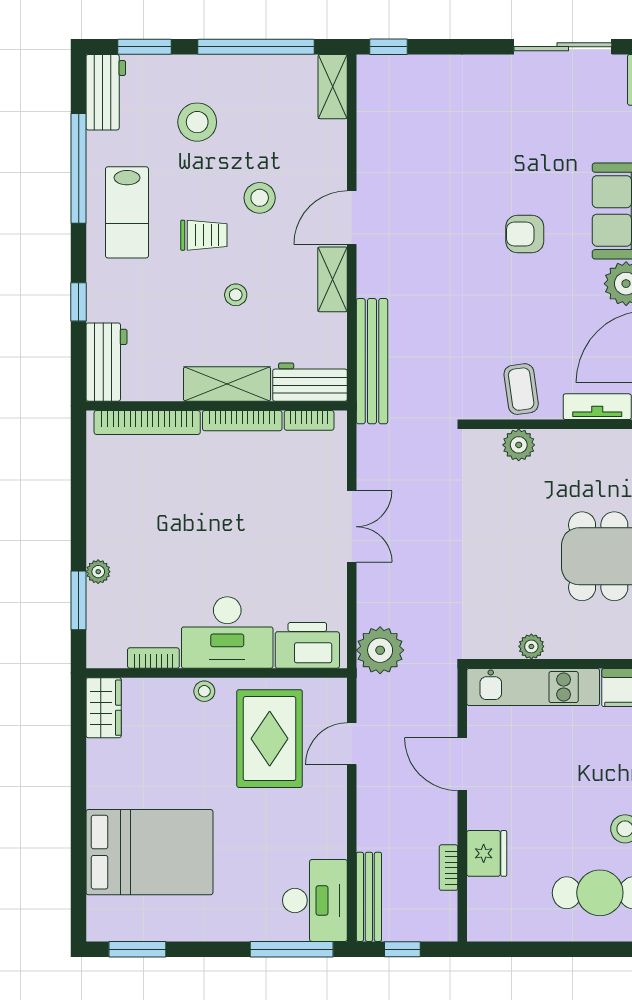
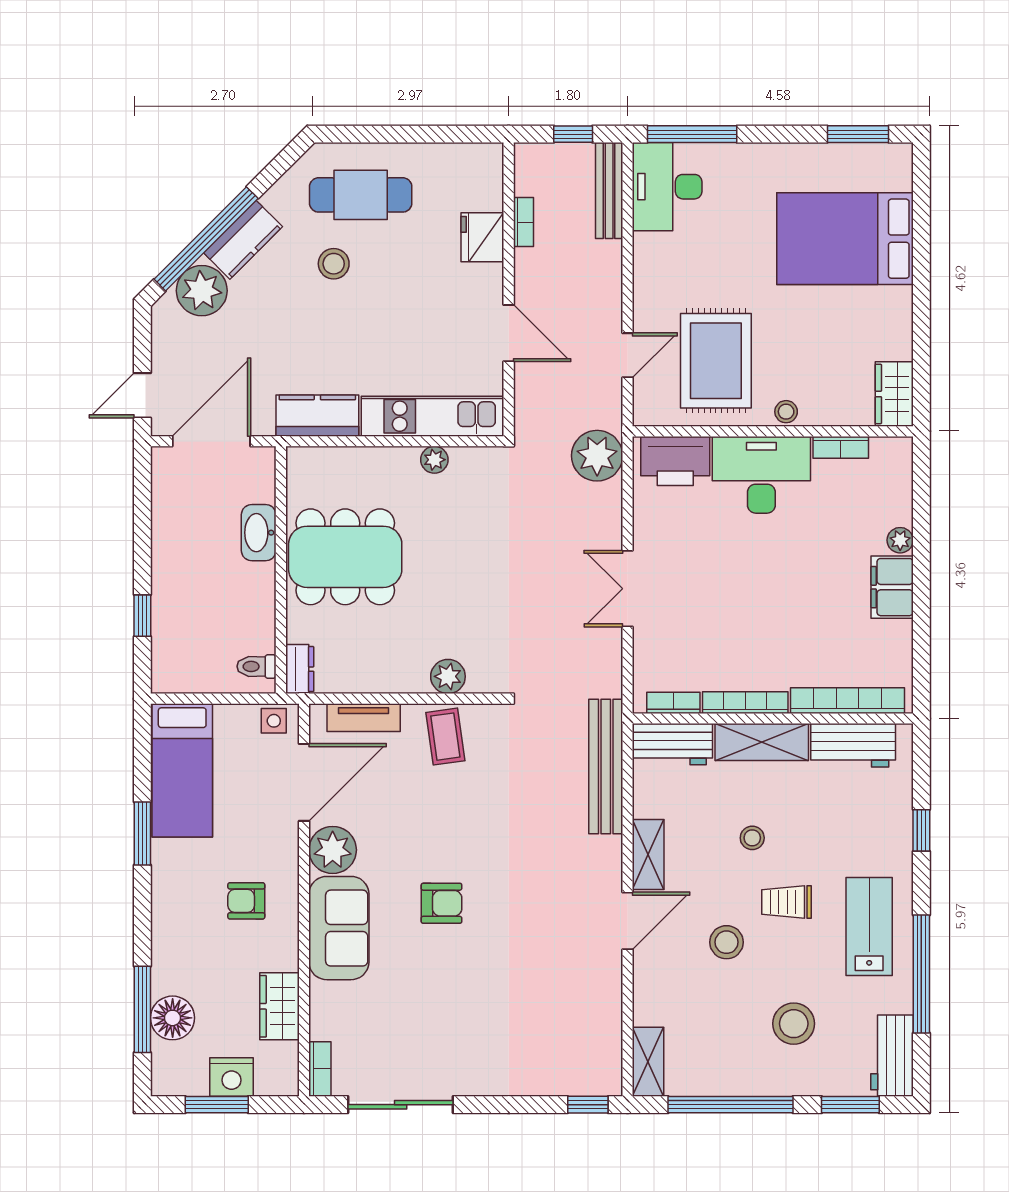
workbench: (106, 362) -> (853, 745), moved, turned -90
filing cabinet: (106, 528) -> (892, 587), added
window: (79, 600) -> (921, 509), removed

